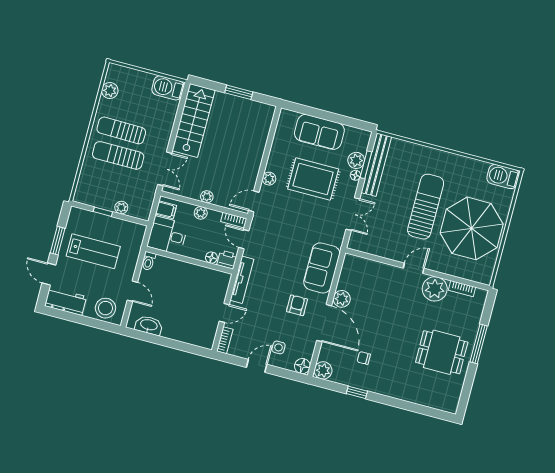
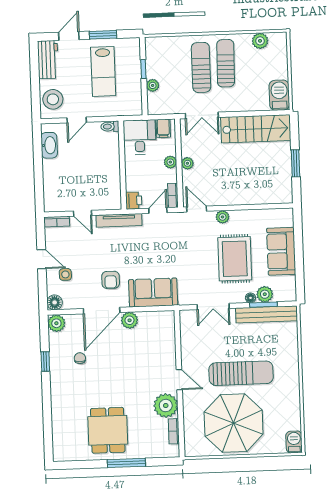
barbecue: (503, 176) -> (294, 442), width x0.73, depth x0.79
floor lamp: (211, 258) -> (131, 185), removed
armchair: (297, 305) -> (111, 280), turned 90

